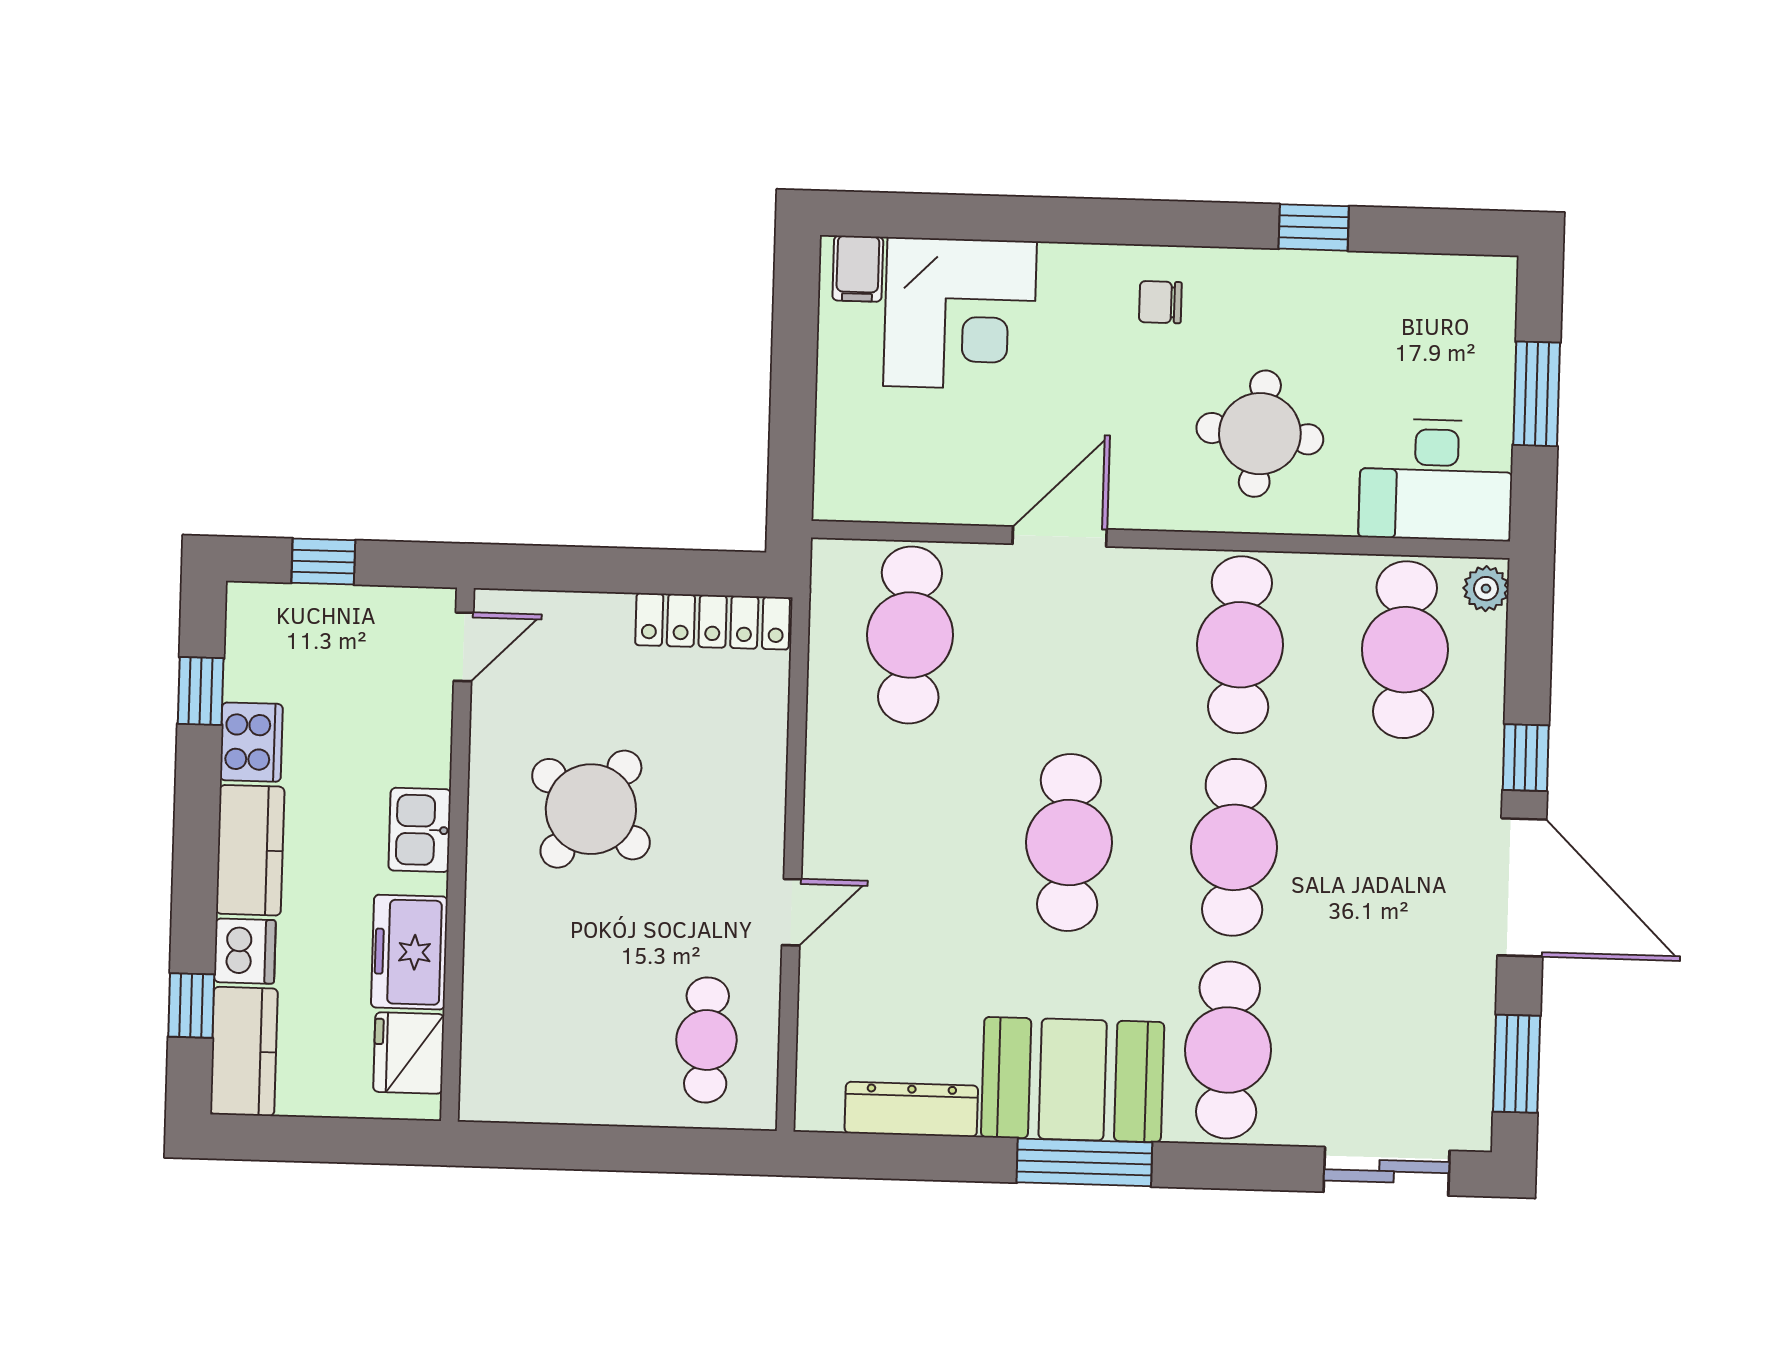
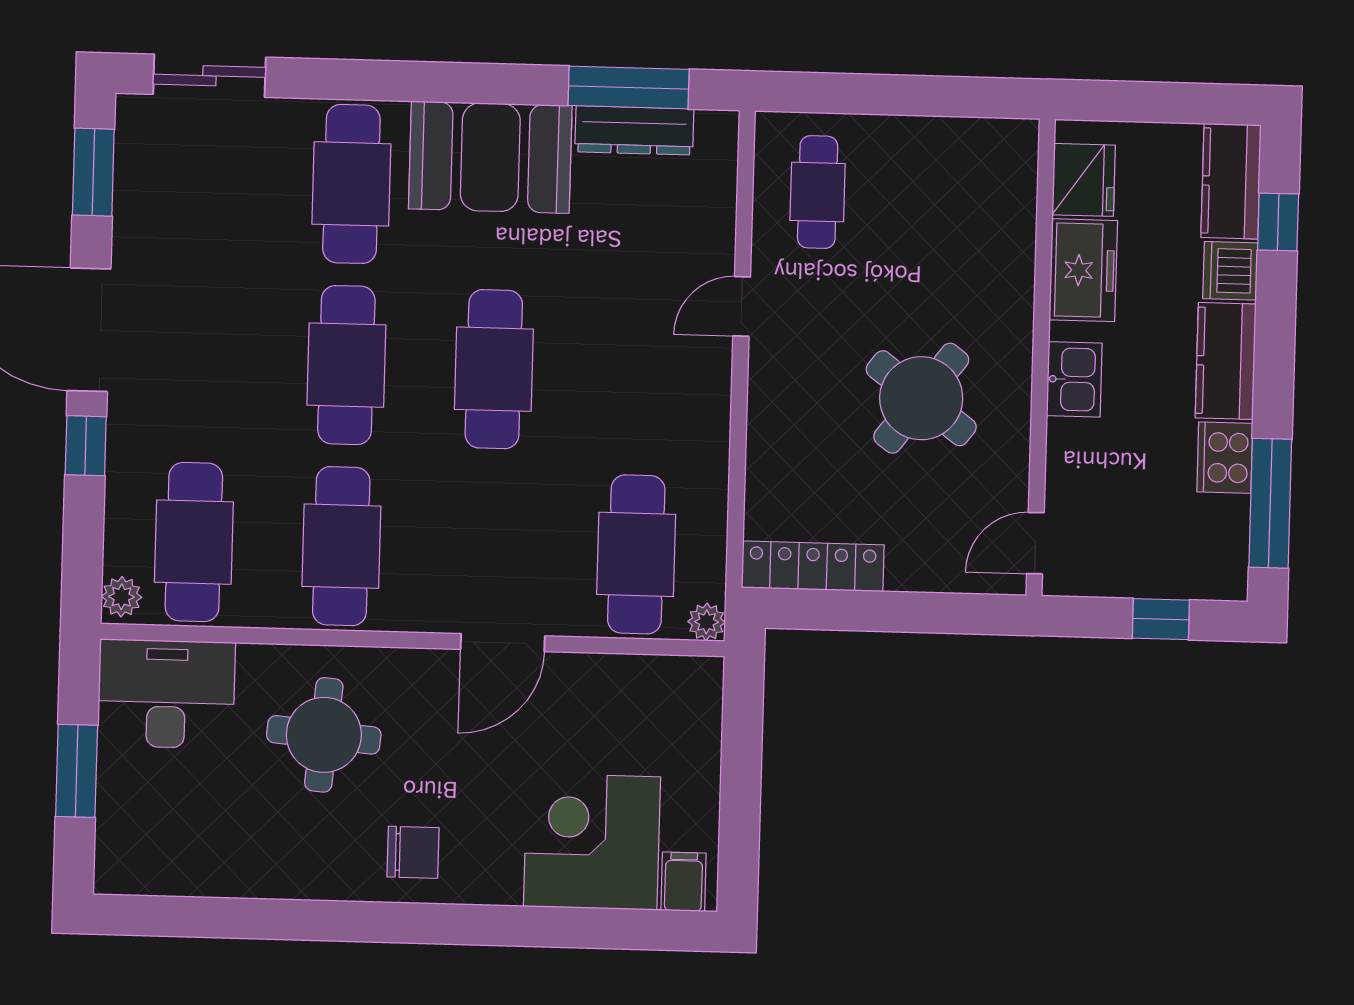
window: (1314, 227) -> (276, 919), removed
chair: (1160, 302) -> (413, 852), width x1.37, depth x1.37
plant: (832, 559) -> (707, 622), added
window: (201, 691) -> (1270, 503), width x2.17
window: (1084, 1162) -> (629, 87), moved

